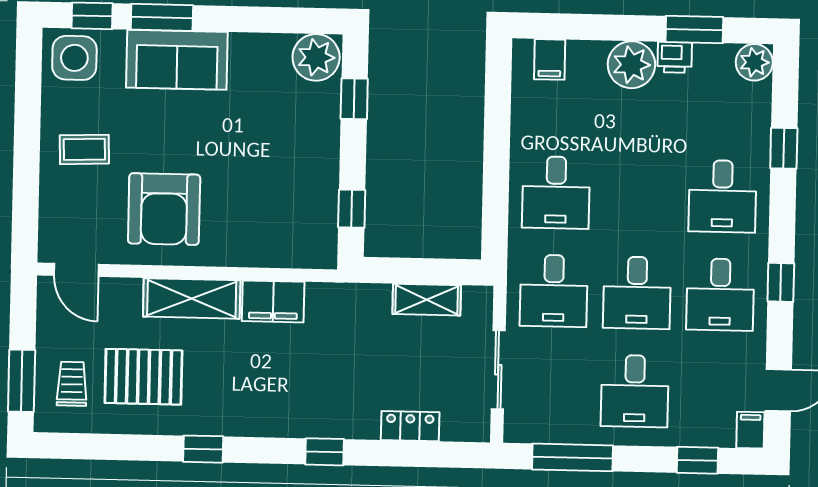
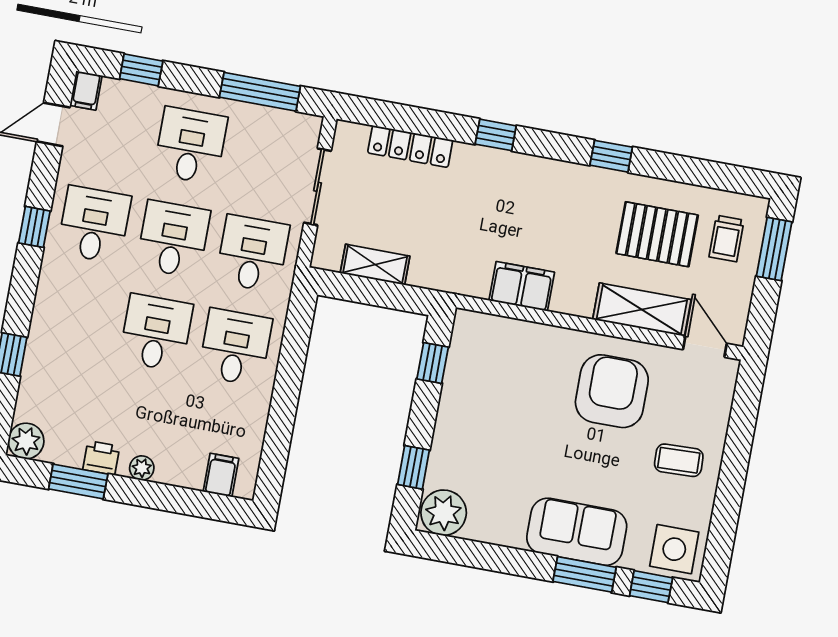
plant: (631, 65) -> (142, 468), width x0.53, depth x0.53
desk: (722, 196) -> (156, 333), moved
shelving: (192, 298) -> (642, 310), moved
locker: (410, 426) -> (410, 146), width x1.53

